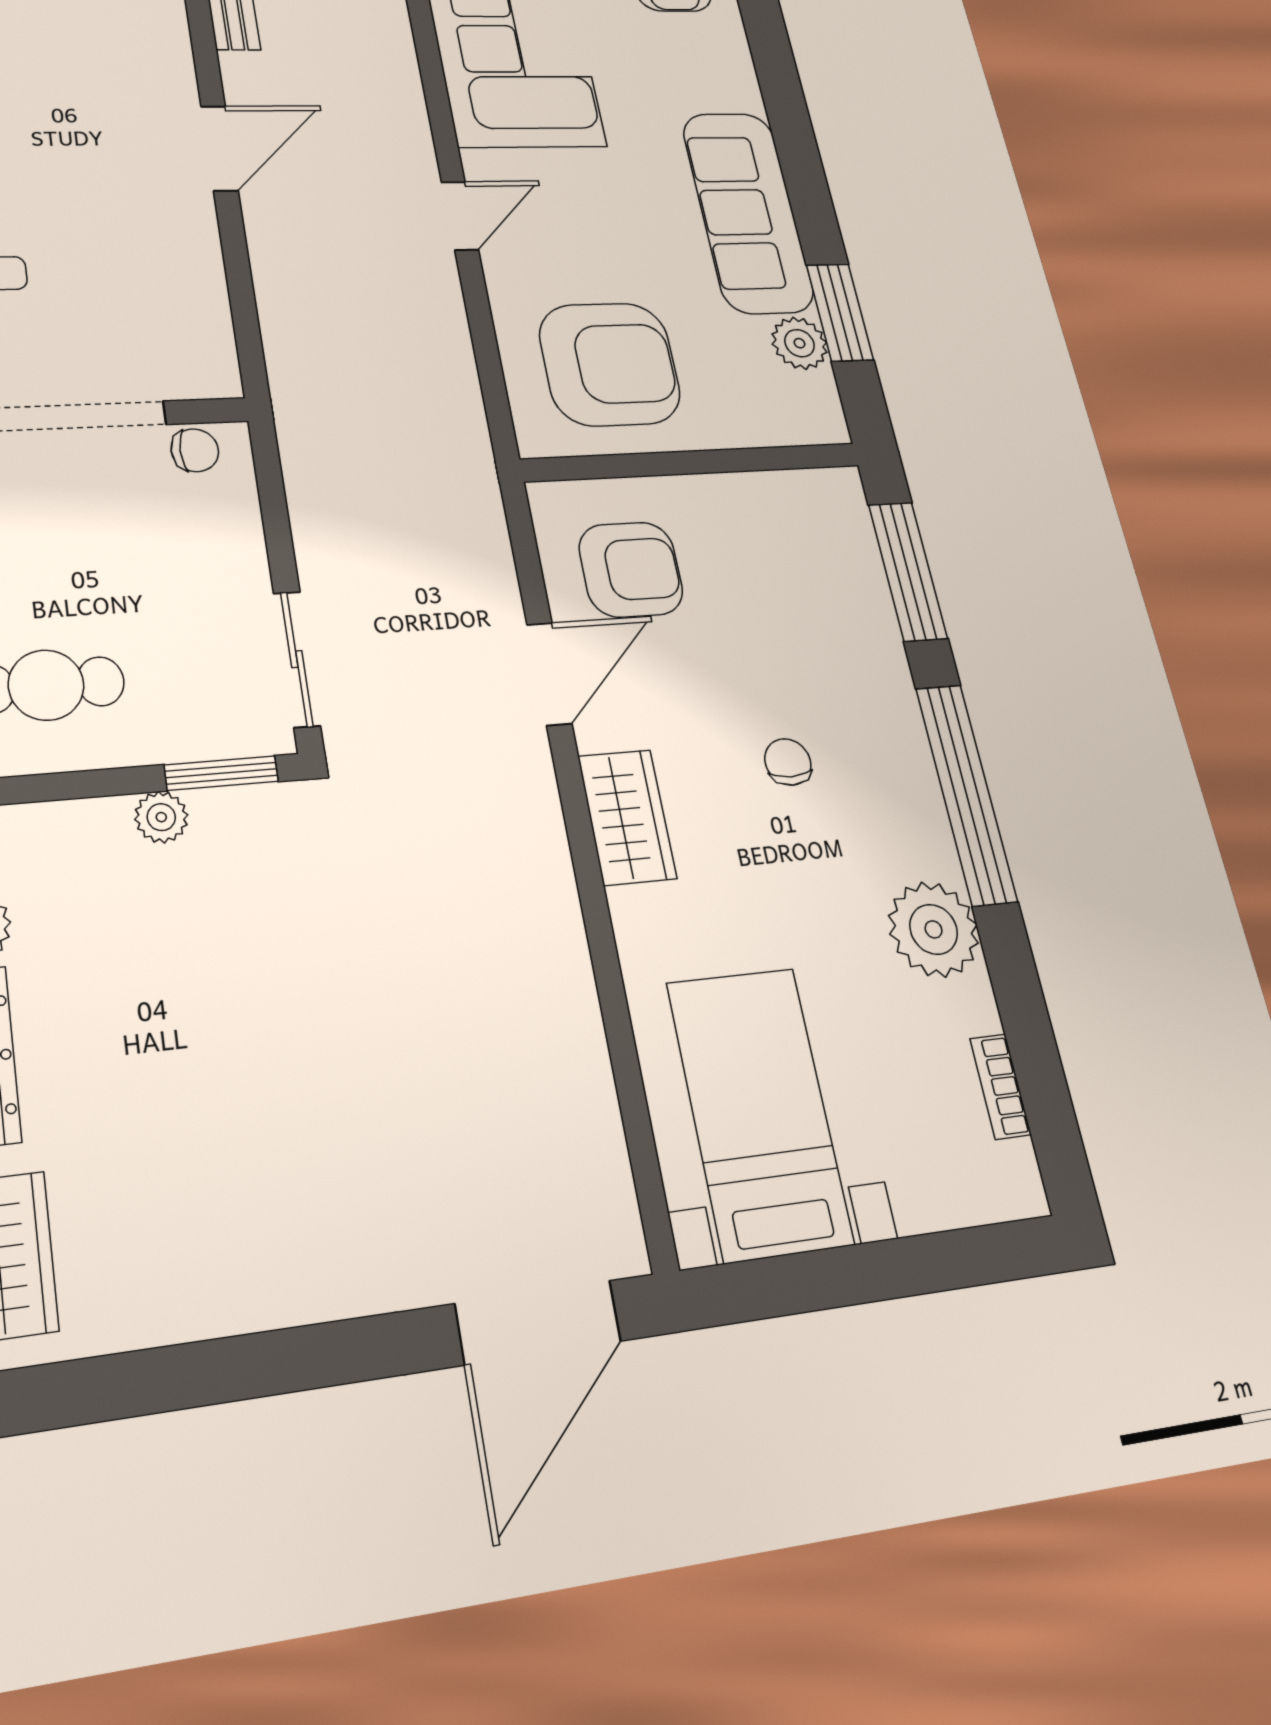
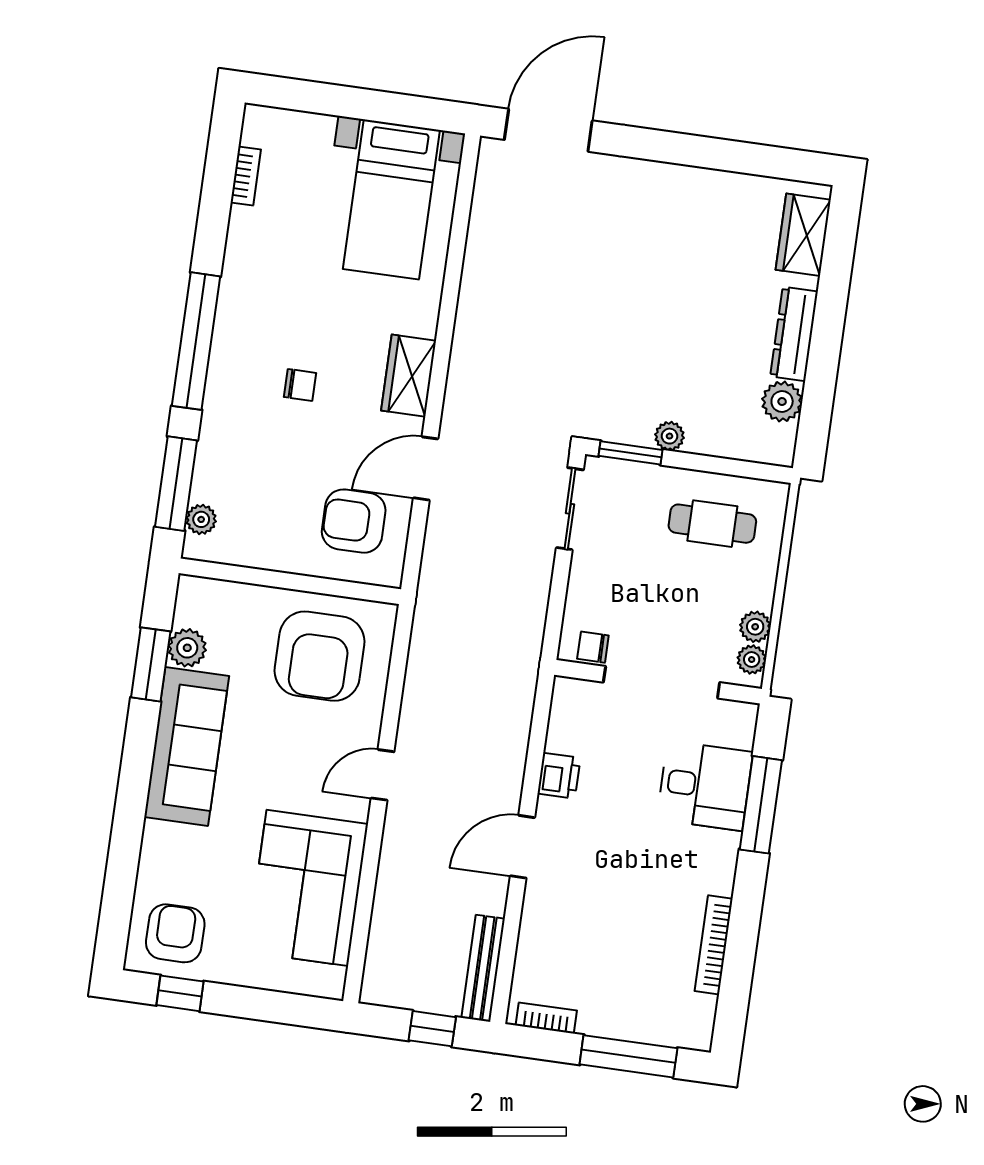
printer: (193, 254) -> (559, 776), added
armchair: (610, 364) -> (320, 656), turned -90
chair: (788, 762) -> (300, 385), turned -90
plant: (934, 929) -> (201, 519), moved, width x0.53, depth x0.53

